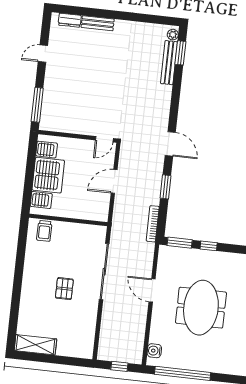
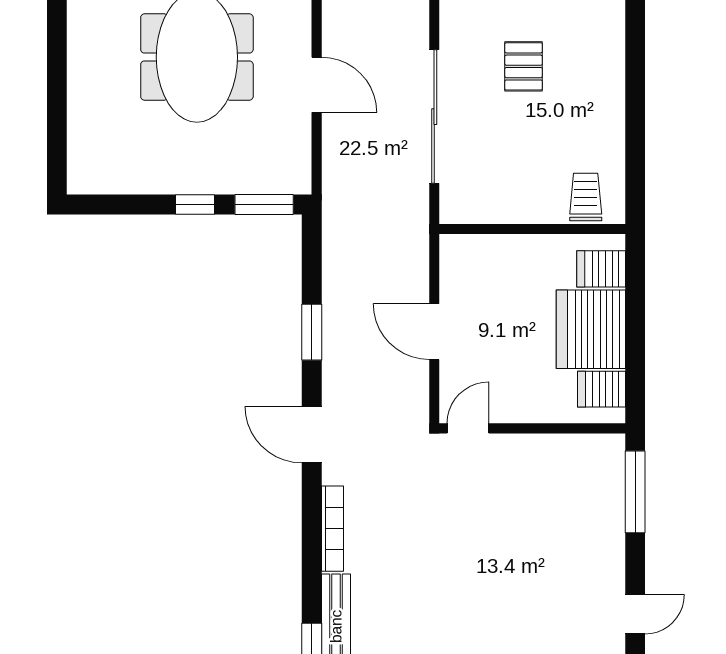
door: (114, 181) -> (434, 332), swing flipped
bookcase: (153, 224) -> (332, 529), moved

